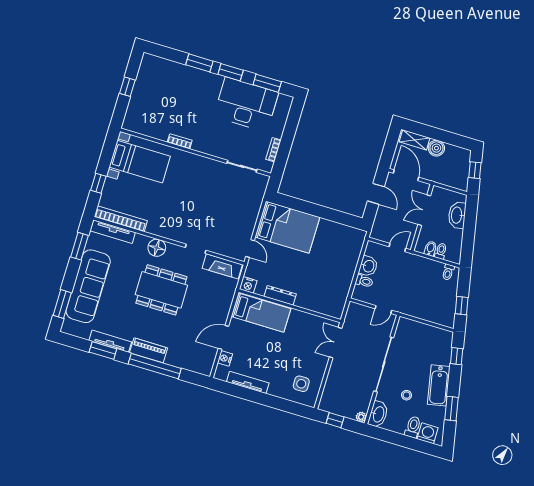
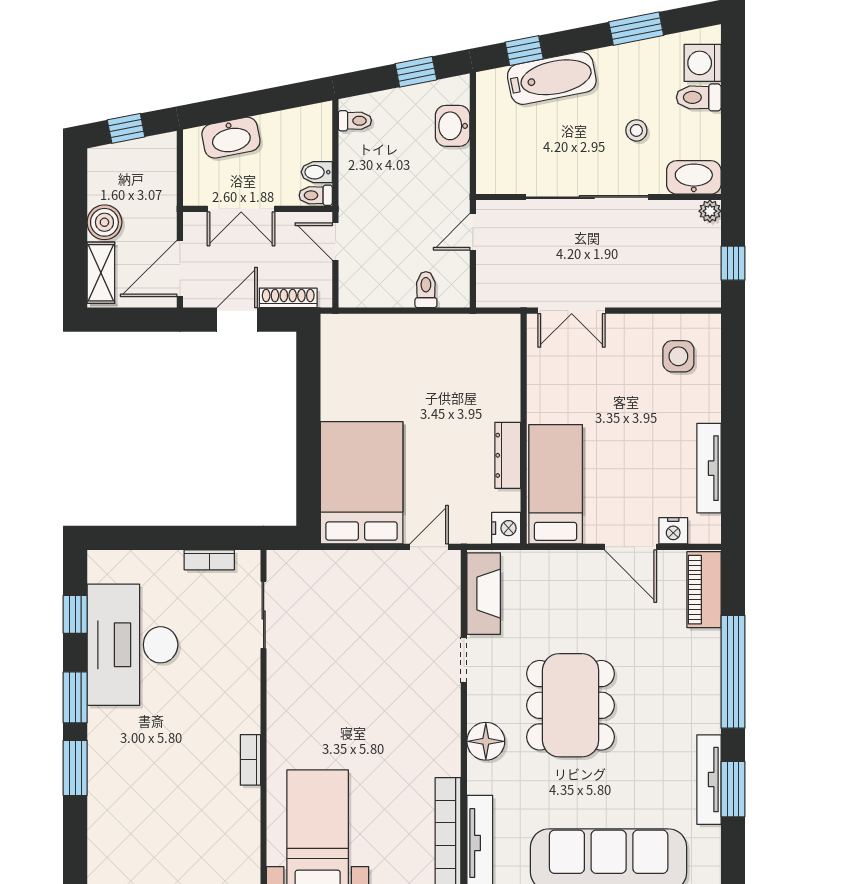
window: (267, 83) -> (75, 614), width x0.67
shoe rack: (379, 219) -> (288, 298), added
toilet: (441, 251) -> (316, 195), moved
washbasin: (368, 266) -> (453, 126), moved, turned -90
door: (383, 310) -> (473, 232), swing flipped
piano: (149, 350) -> (704, 590), moved
bathtub: (439, 385) -> (552, 78), moved

